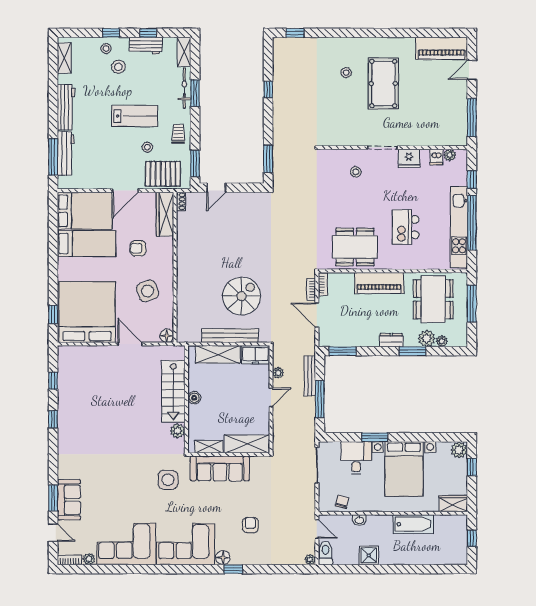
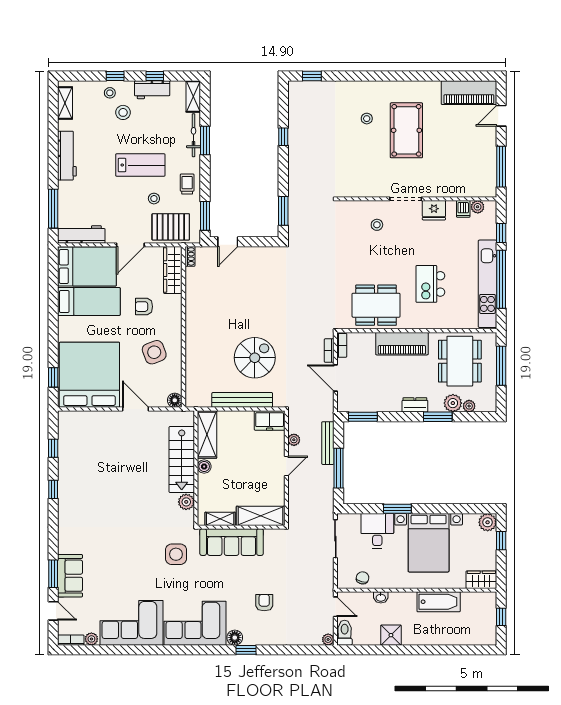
workbench: (66, 153) -> (81, 234), moved, turned -90
shelving: (218, 354) -> (207, 435), moved, turned 90

